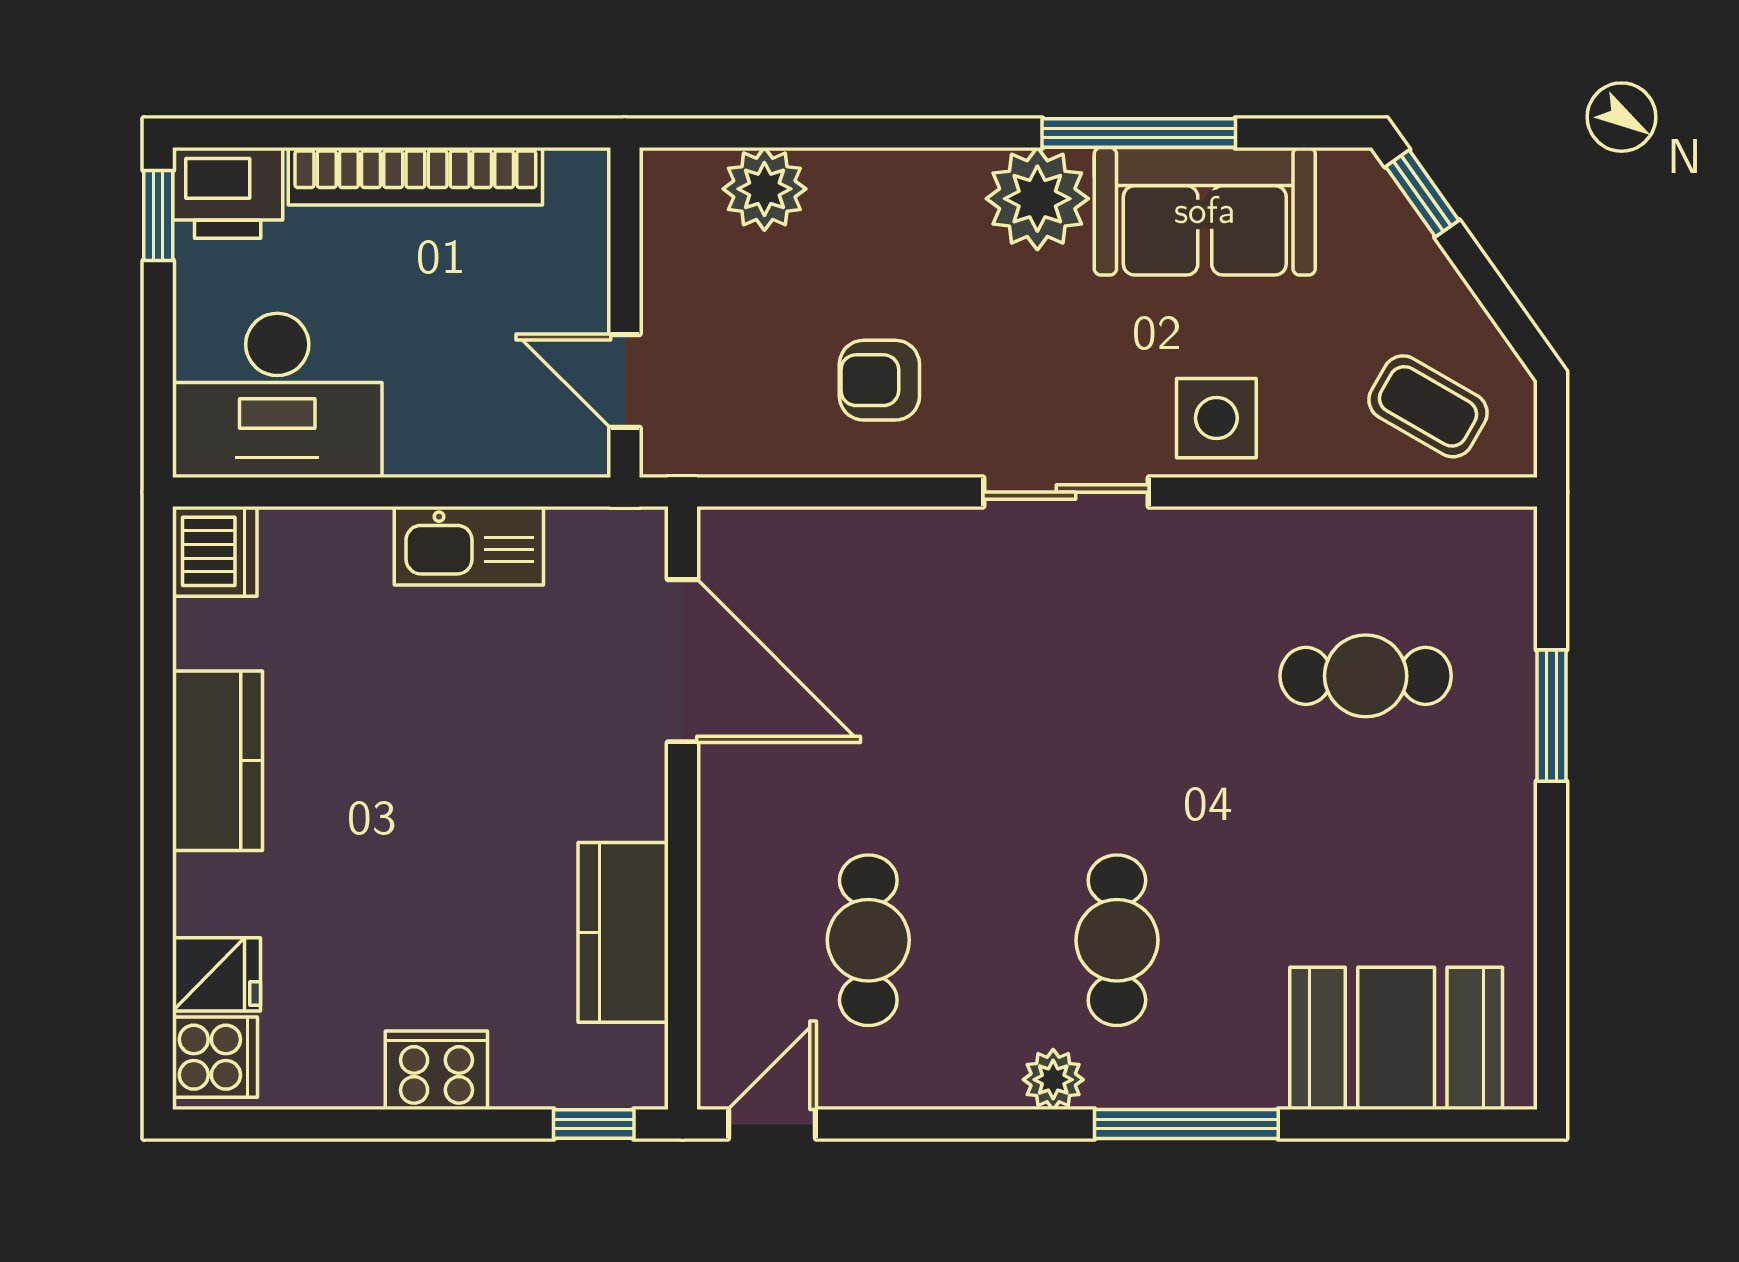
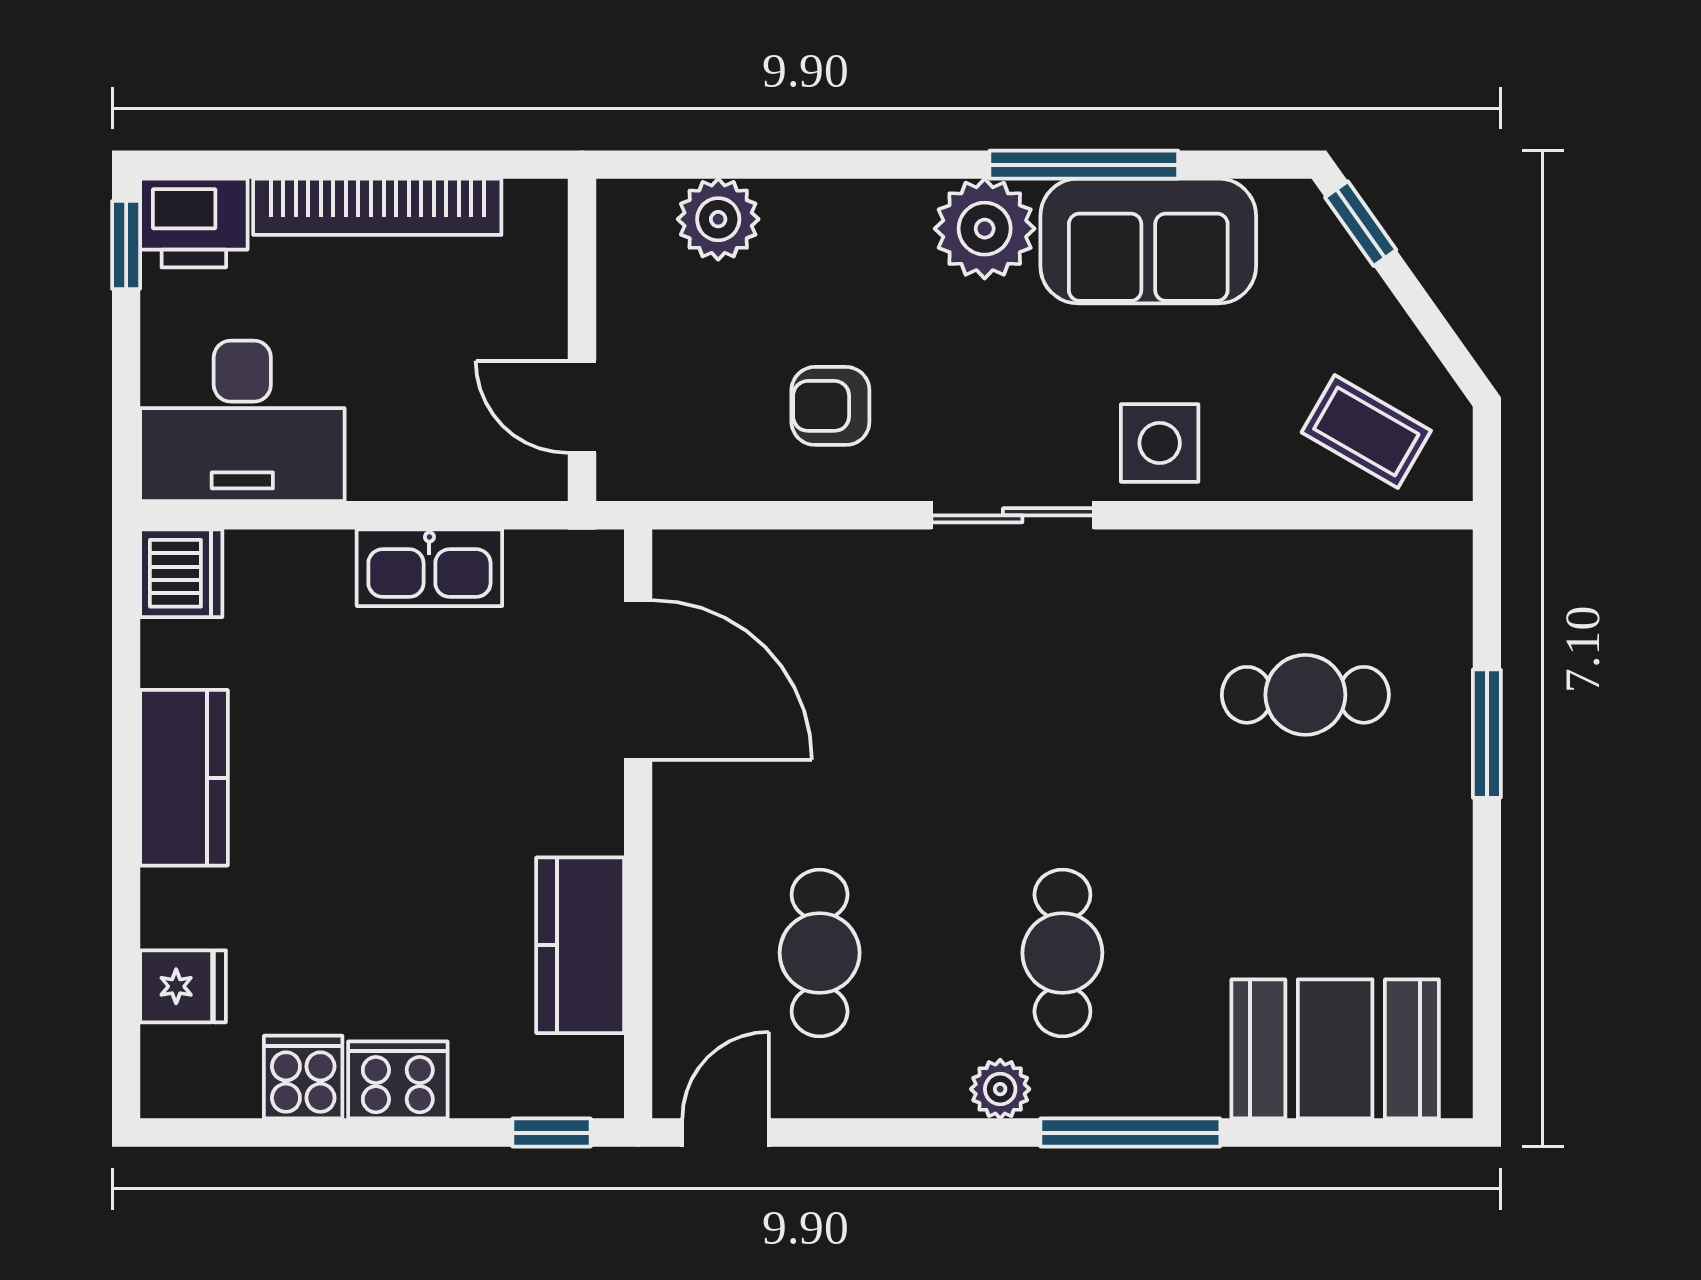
cooker: (215, 1057) -> (303, 1077), moved, turned -90

